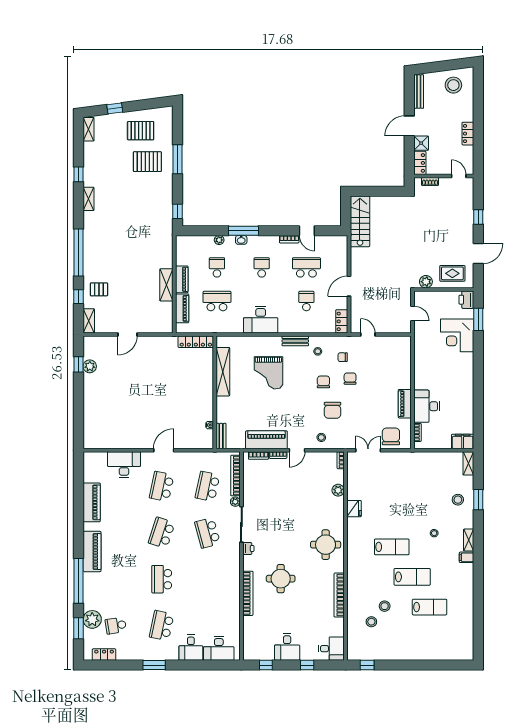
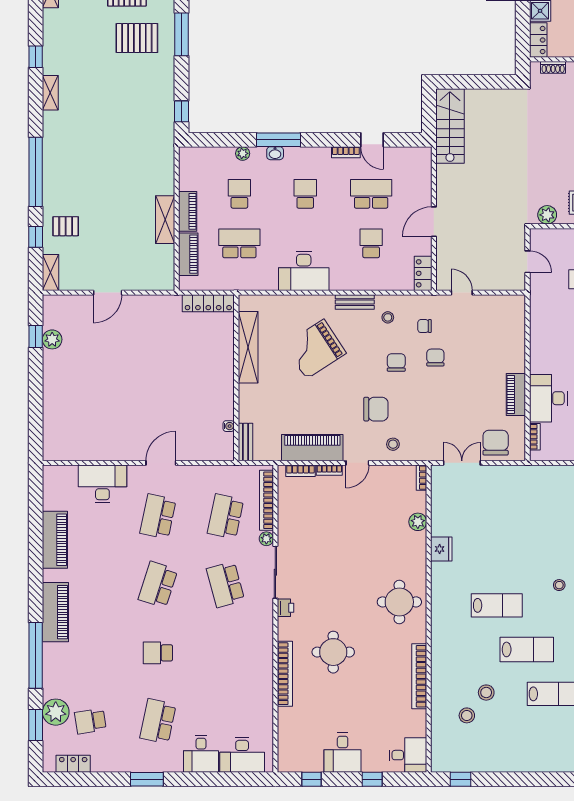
grand piano: (268, 373) -> (315, 349), turned 57
chair: (332, 410) -> (376, 409), moved, turned -90
school desk: (162, 579) -> (158, 653), width x0.54

